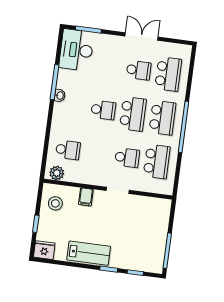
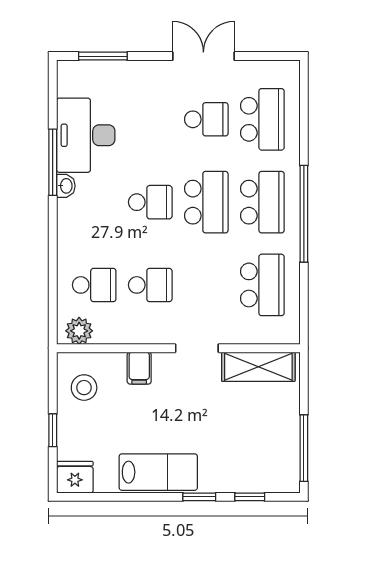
desk: (76, 50) -> (86, 135), moved
school desk: (127, 158) -> (150, 285), moved
shelving: (149, 204) -> (258, 367), added

